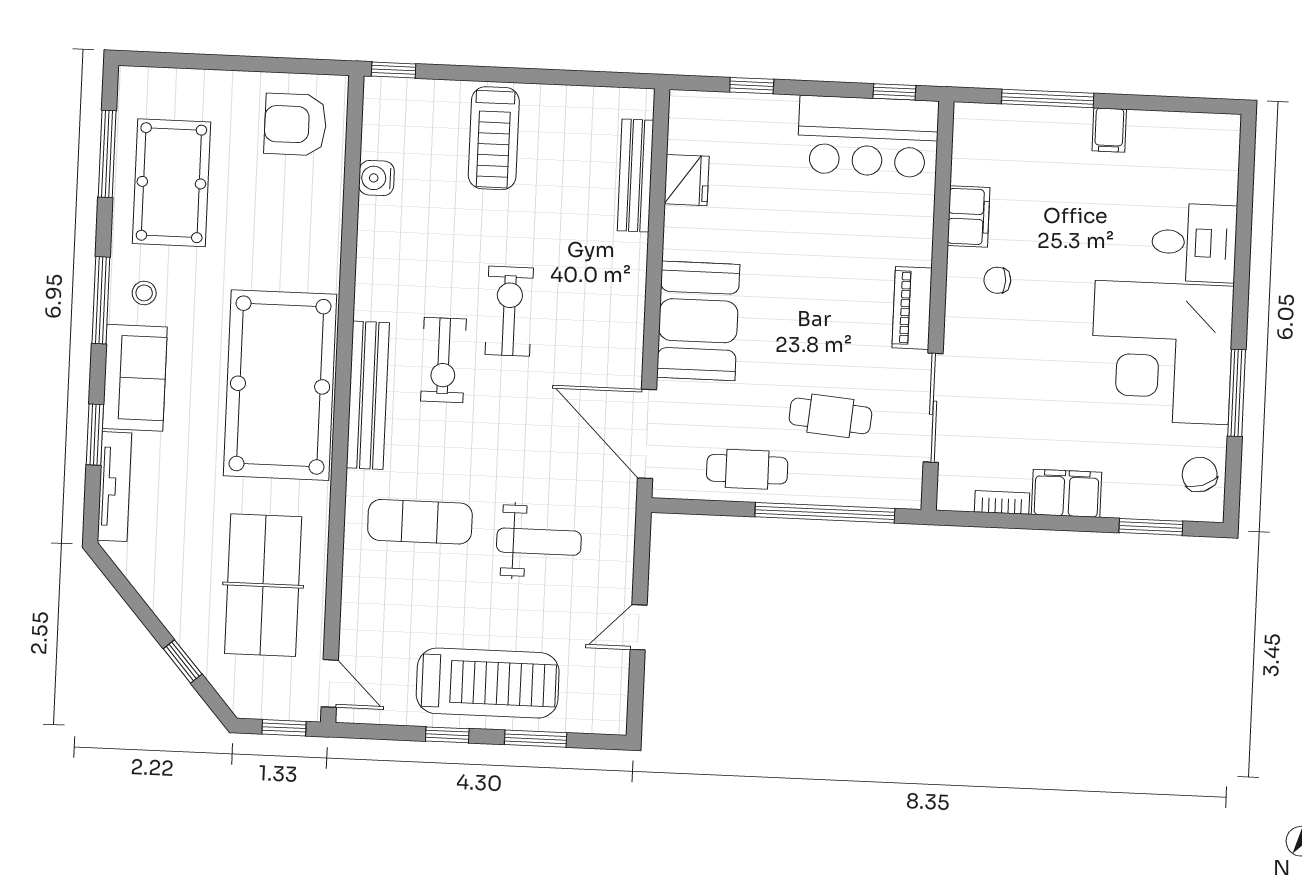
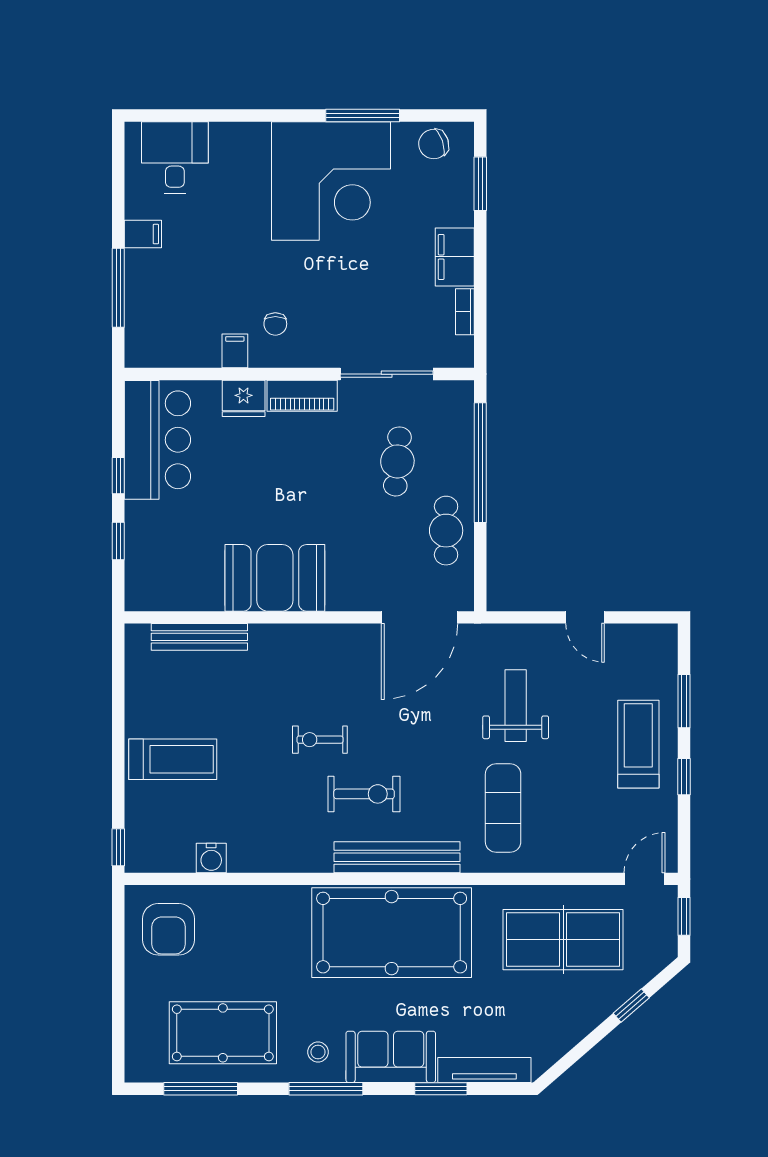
window: (894, 92) -> (118, 476), moved
fridge: (687, 180) -> (244, 398), moved, turned 180
filing cabinet: (969, 217) -> (235, 351), width x0.50
desk: (1194, 243) -> (175, 157), moved
exercise bike: (509, 311) -> (320, 740), width x0.73, depth x0.72
booth: (698, 321) -> (275, 578), moved
treadmill: (488, 683) -> (638, 744), width x0.73, depth x0.73

